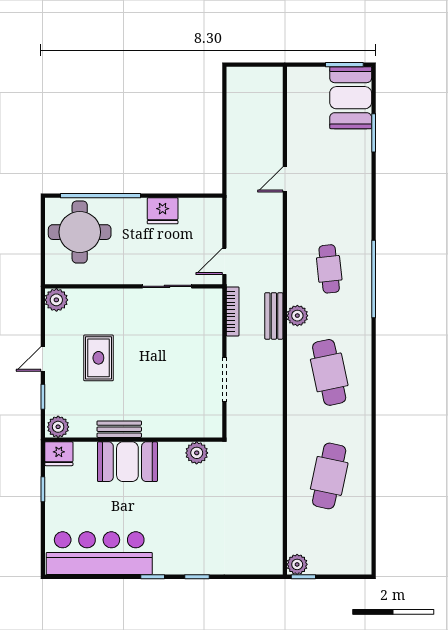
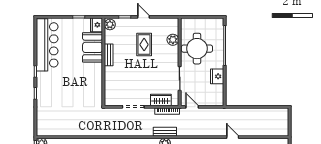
round table: (80, 232) -> (197, 49), moved
plant: (56, 300) -> (173, 40), moved
wardrobe: (210, 324) -> (161, 100), added
rug: (98, 358) -> (144, 45), turned 90
plant: (197, 453) -> (97, 93), removed
booth: (127, 462) -> (93, 47), moved

